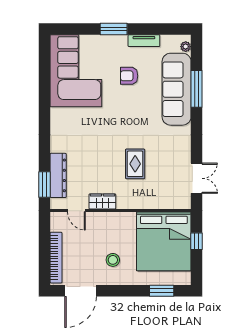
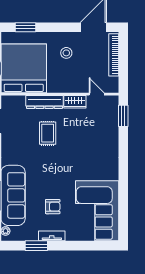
window: (114, 29) -> (36, 246), moved
tv unit: (144, 41) -> (52, 236), moved
dresser: (58, 175) -> (44, 102), moved, turned -90

